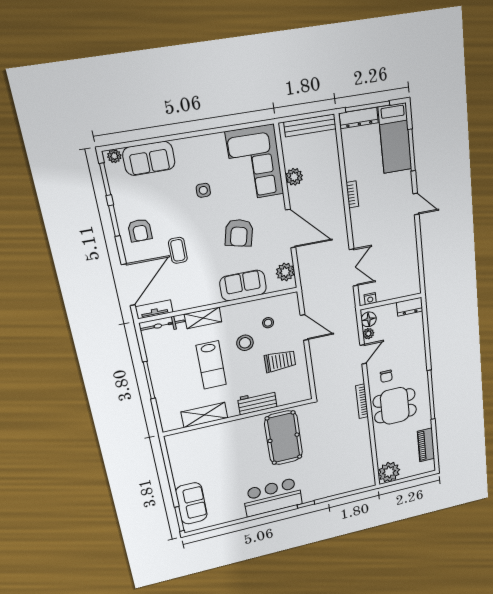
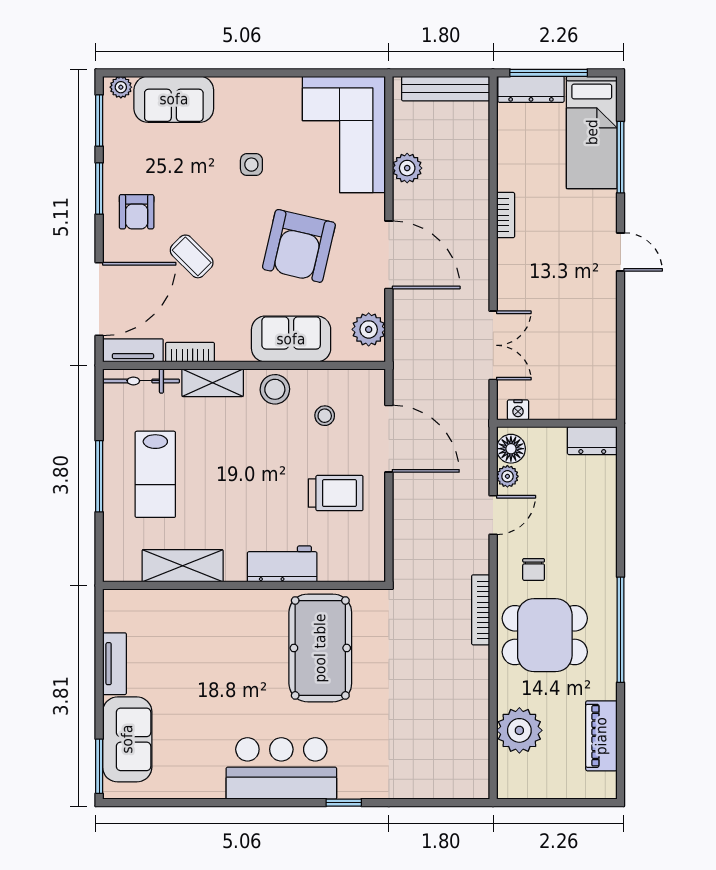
armchair: (239, 233) -> (299, 246), width x1.36, depth x1.36
coffee table: (178, 250) -> (192, 256), turned -45
bookcase: (187, 304) -> (190, 352), added
door: (304, 328) -> (389, 439), width x1.36
stool: (245, 343) -> (275, 389), moved
lab bench: (211, 365) -> (155, 474), moved
tv unit: (177, 470) -> (114, 664), added
plant: (389, 472) -> (519, 730), moved

